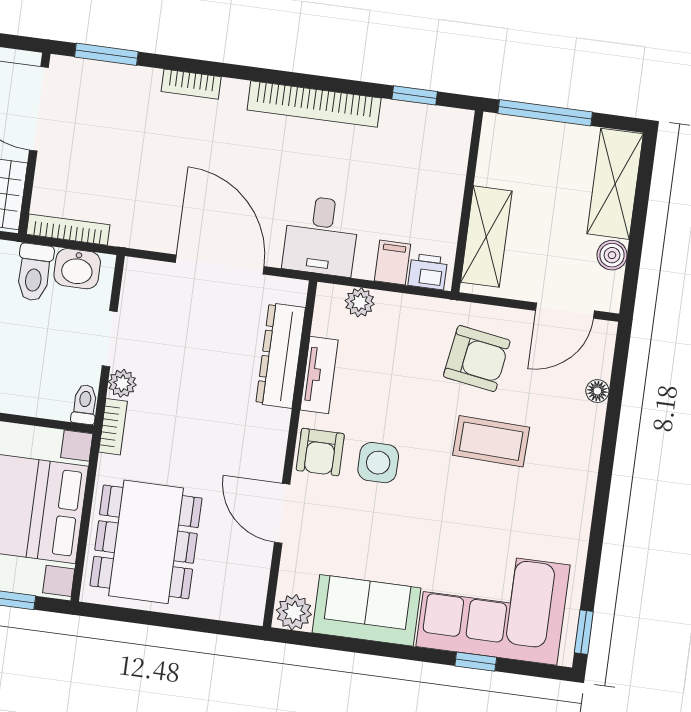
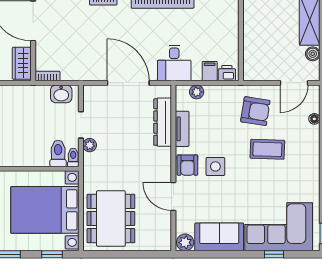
bookcase: (68, 230) -> (47, 76), width x0.64
shelving: (486, 237) -> (252, 53), removed
toilet: (34, 272) -> (58, 153), moved, turned 180
bookcase: (113, 427) -> (88, 166), removed

